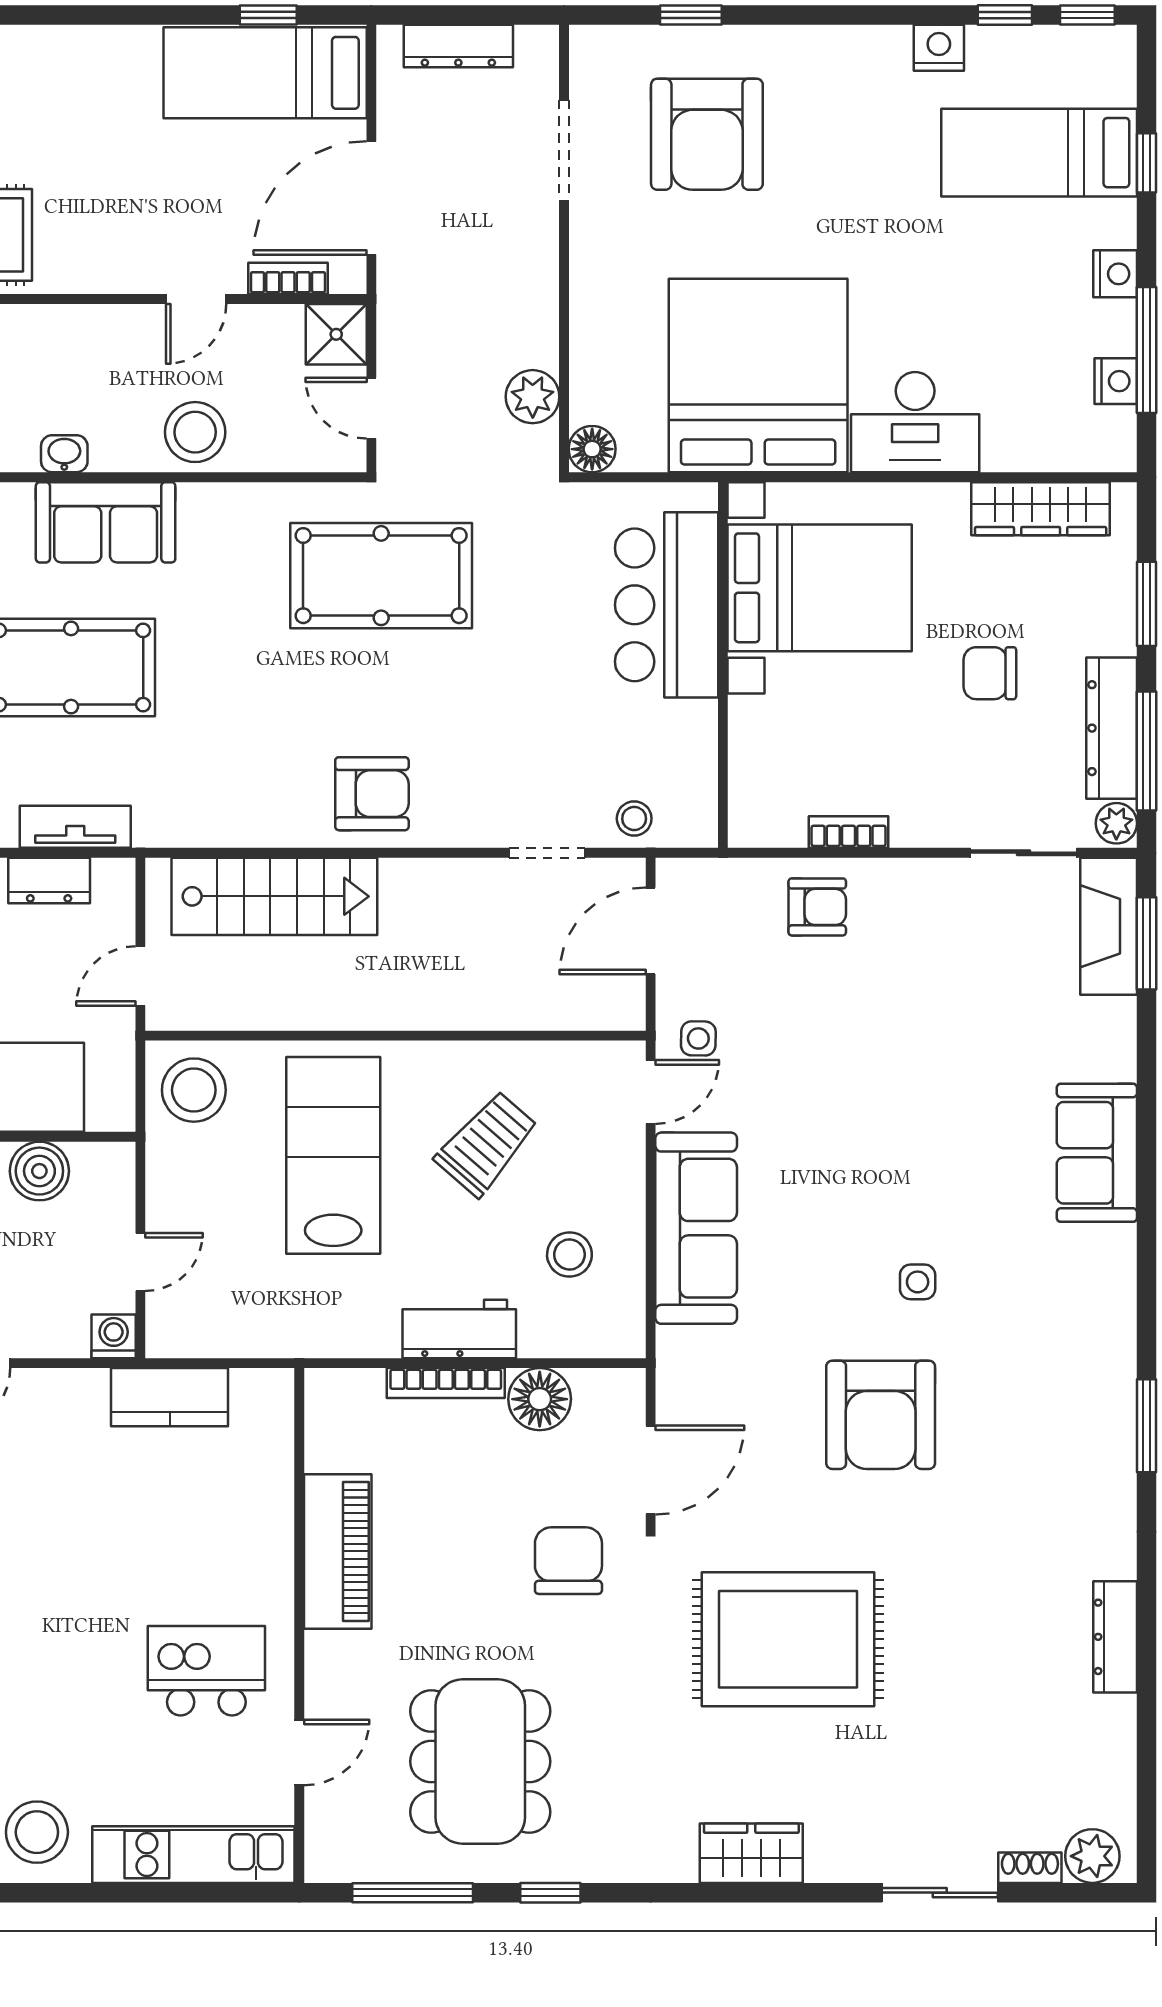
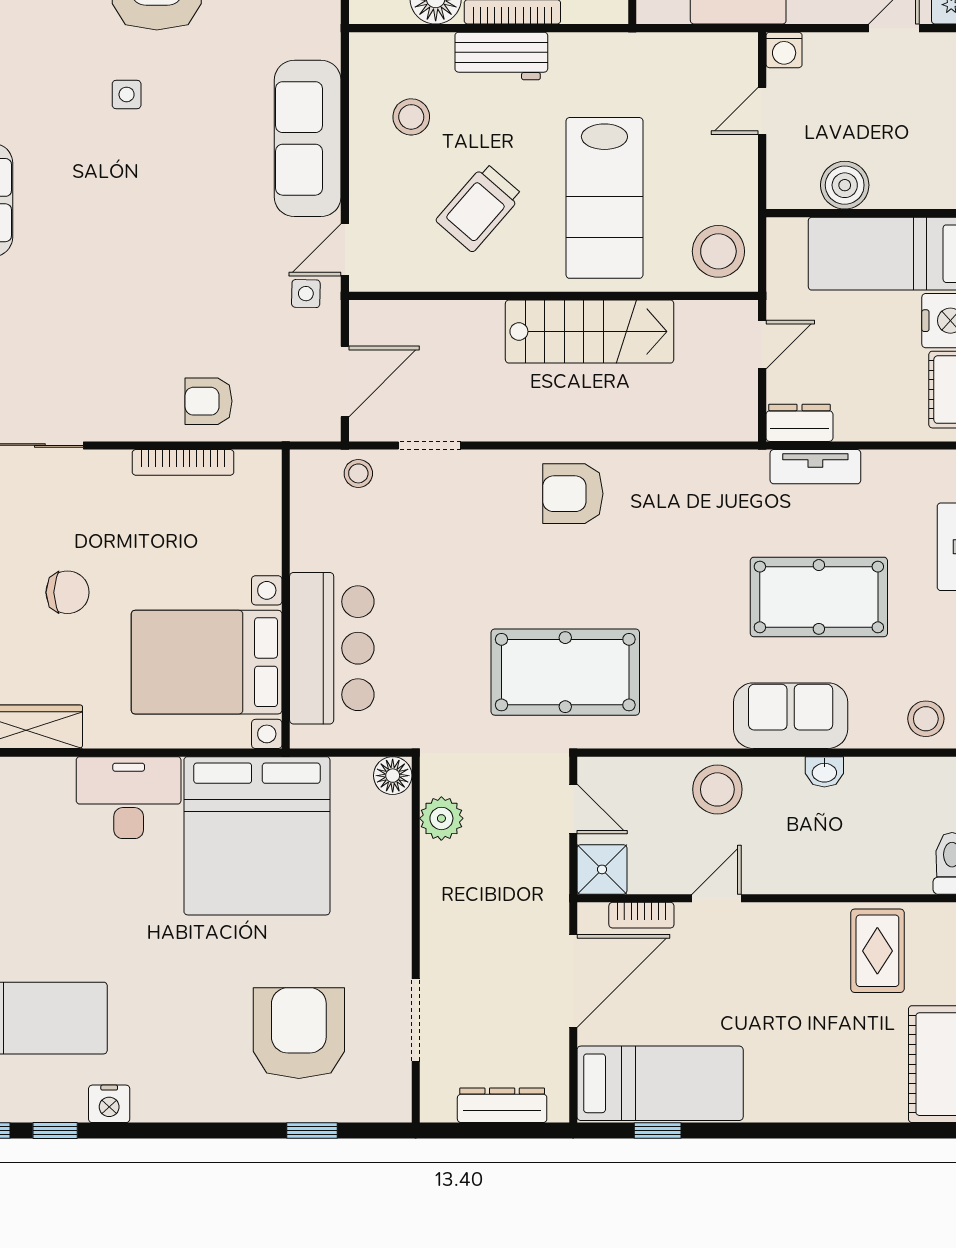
bookcase: (849, 832) -> (183, 462), width x1.56
dresser: (49, 880) -> (799, 423), moved
stairs: (274, 896) -> (590, 332), moved, turned 180

